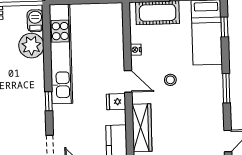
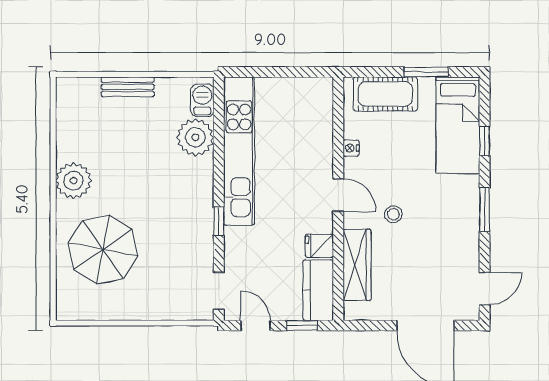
window: (224, 27) -> (485, 141), moved
stool: (170, 80) -> (393, 214), moved
fridge: (116, 102) -> (319, 246), moved

